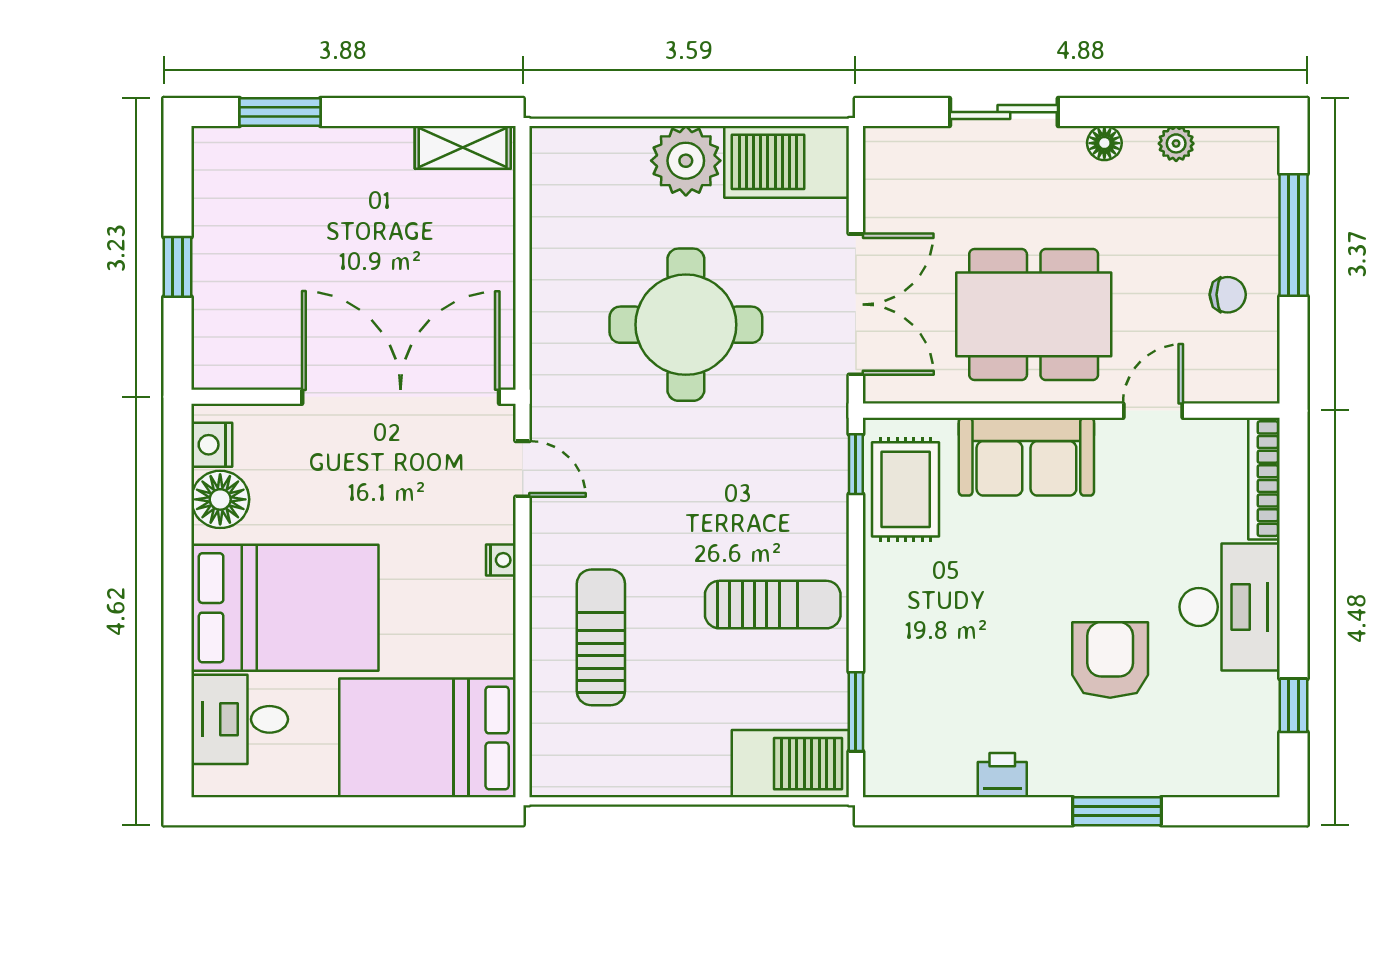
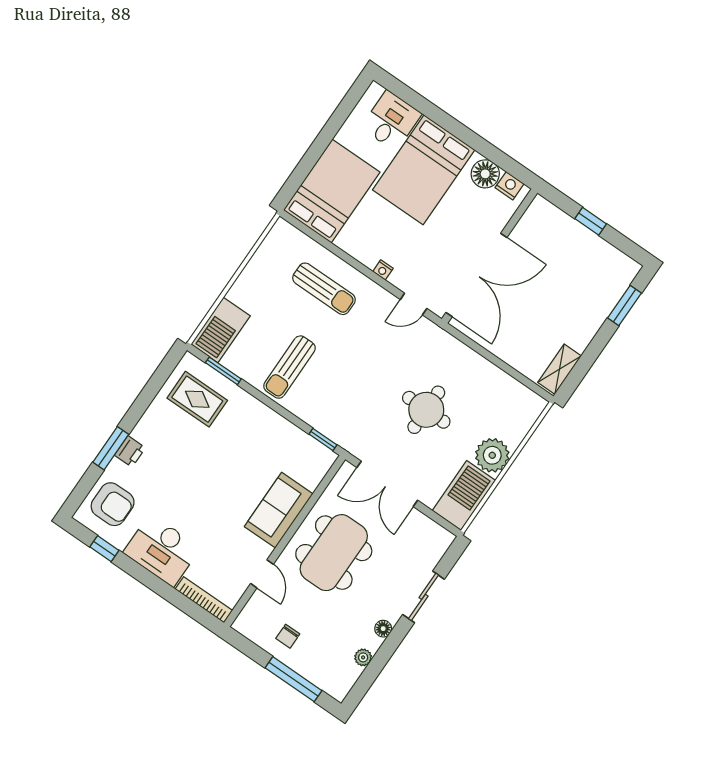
round table: (686, 325) -> (426, 410), width x0.73, depth x0.73
rug: (906, 489) -> (197, 399), moved
armchair: (1110, 660) -> (113, 504), moved
printer: (1002, 775) -> (130, 451), moved

